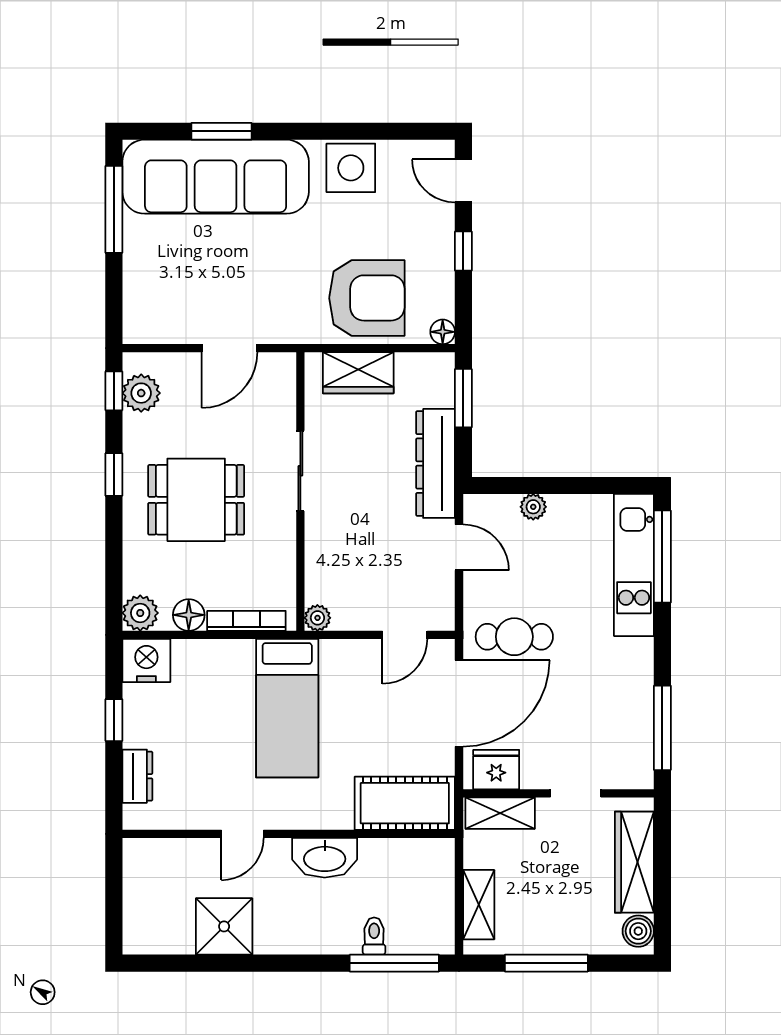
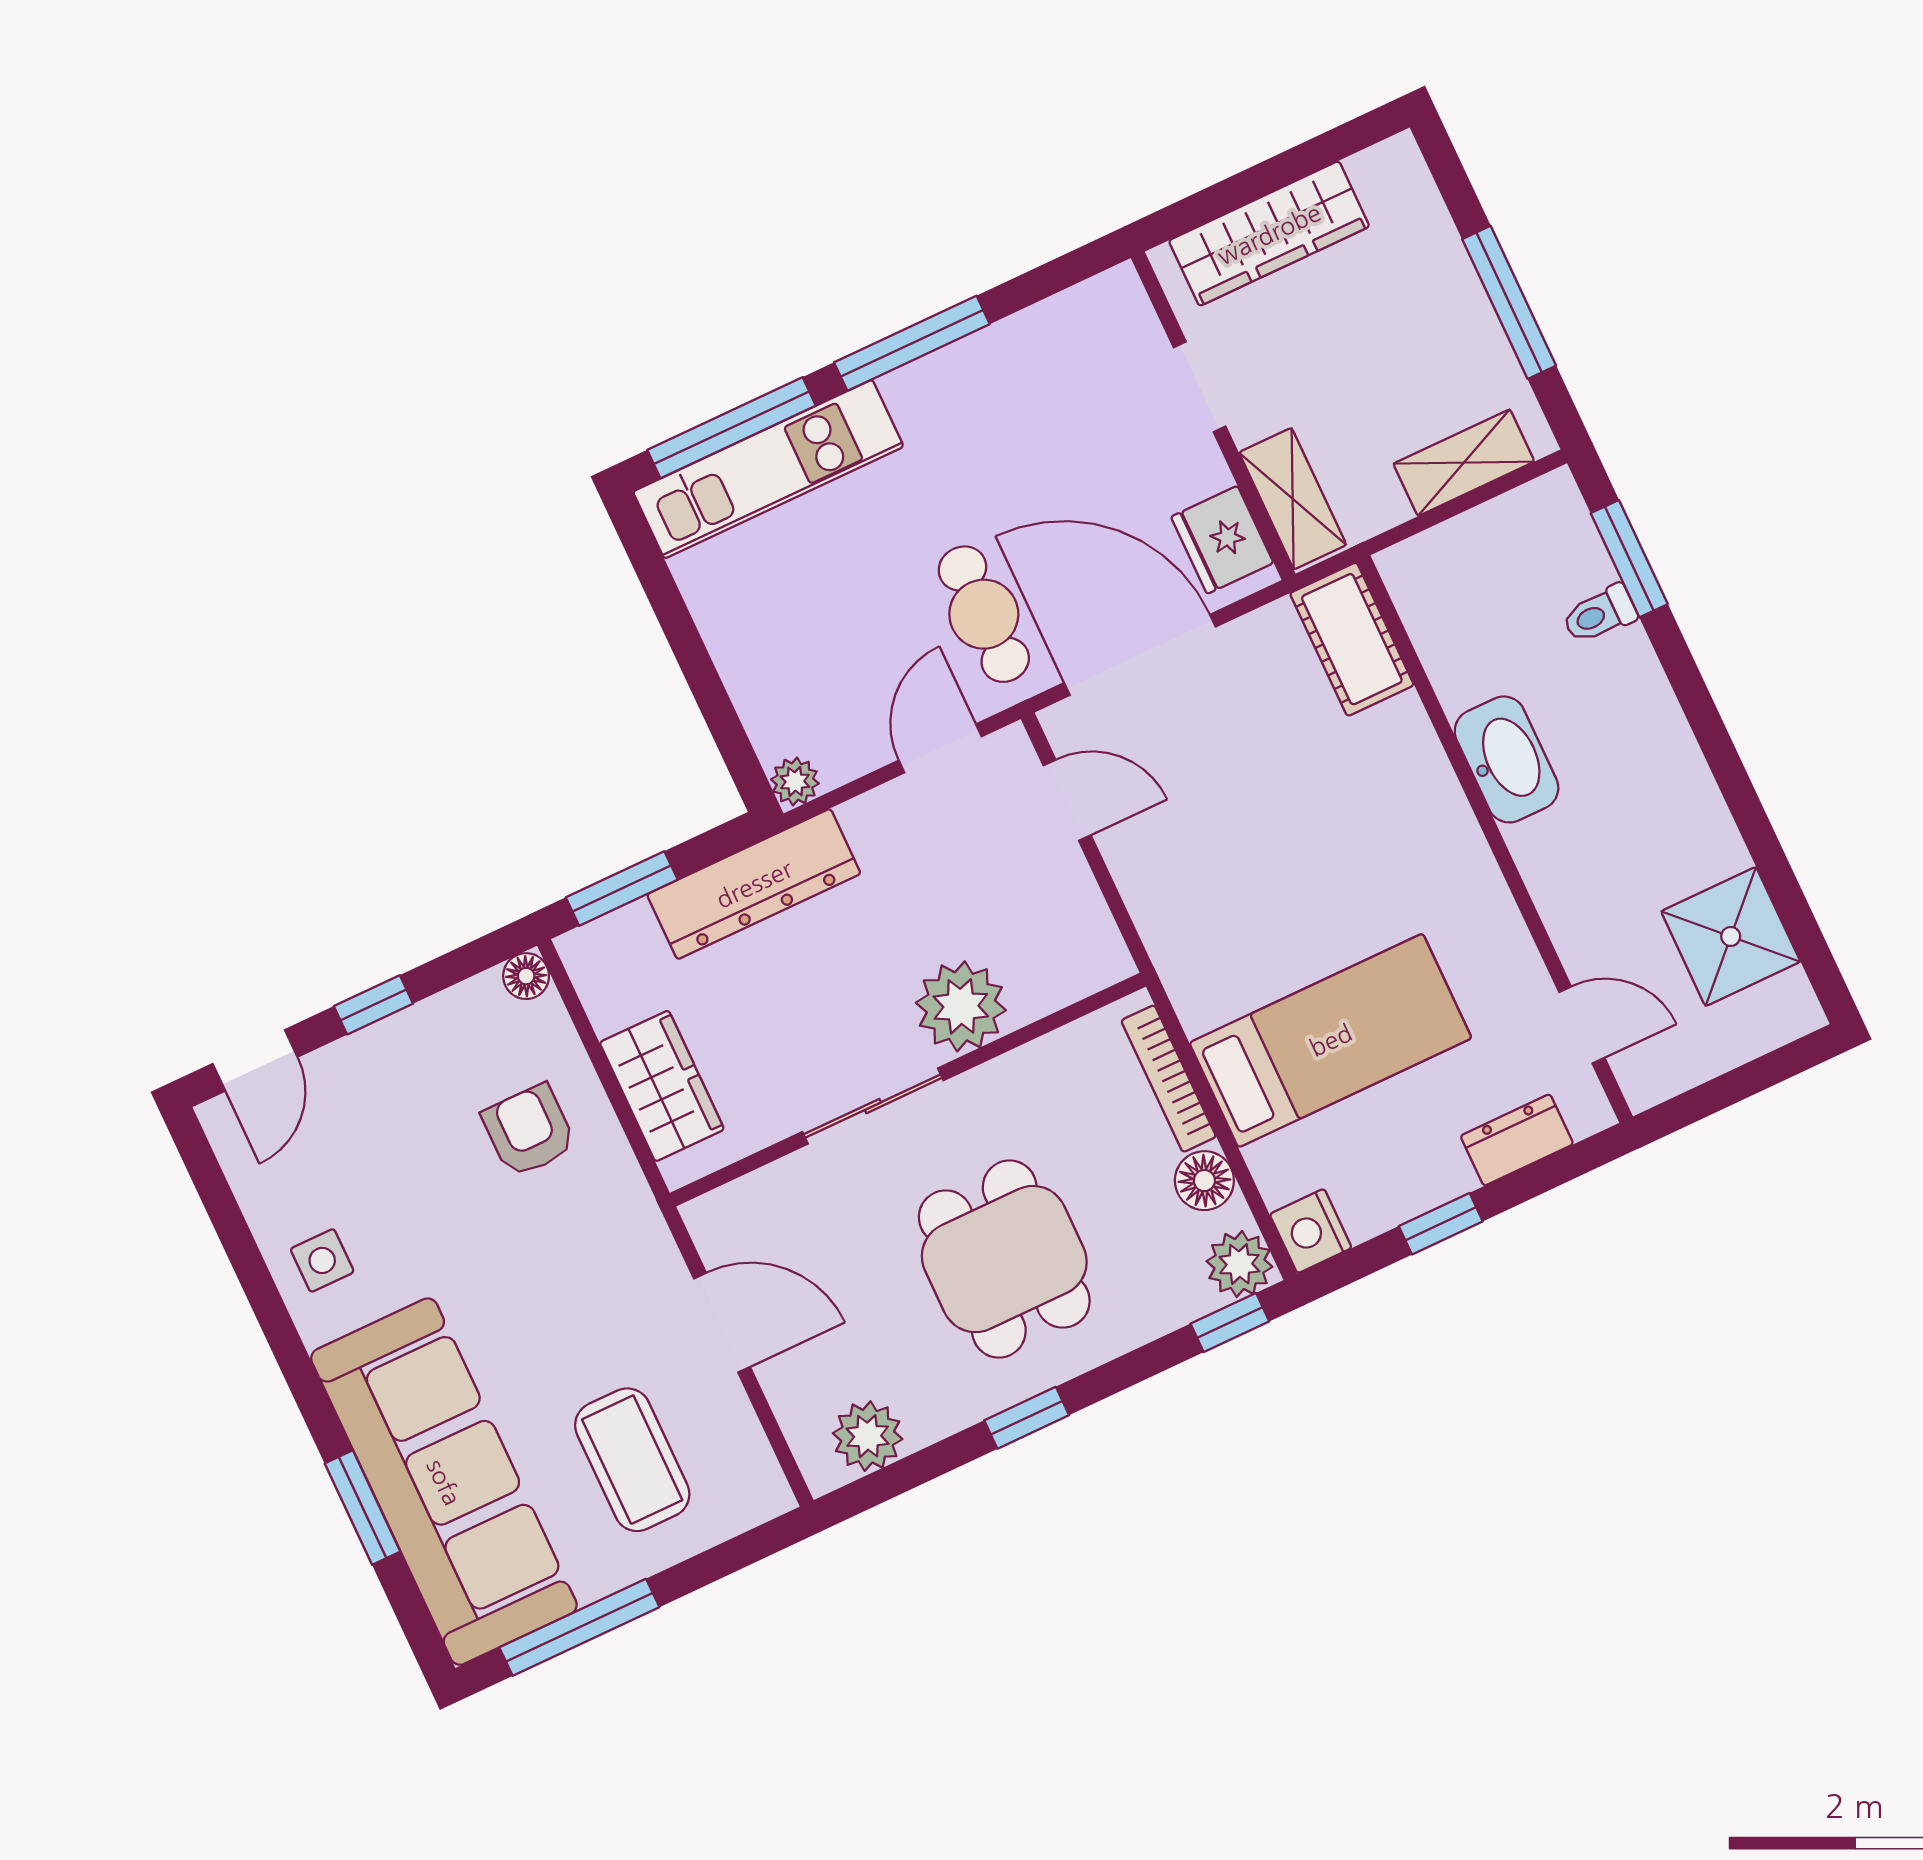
side table: (351, 168) -> (322, 1260), width x0.54, depth x0.54
coffee table: (183, 273) -> (632, 1460), added
armchair: (367, 298) -> (529, 1131), width x0.53, depth x0.53
window: (114, 391) -> (1230, 1323), moved
plant: (533, 507) -> (795, 782), moved
door: (459, 547) -> (940, 748), moved
plant: (317, 618) -> (961, 1006), moved, width x1.87, depth x1.87
nightstand: (146, 661) -> (1311, 1231), width x0.74, depth x0.75
bed: (287, 708) -> (1331, 1040), moved
window: (662, 728) -> (912, 343), moved
cot: (405, 803) -> (1352, 639), width x0.73, depth x0.75
door: (242, 834) -> (1582, 1025), moved
shower: (224, 926) -> (1731, 937), moved
boiler: (638, 931) -> (1382, 173), removed
window: (394, 963) -> (1629, 559), width x0.69

